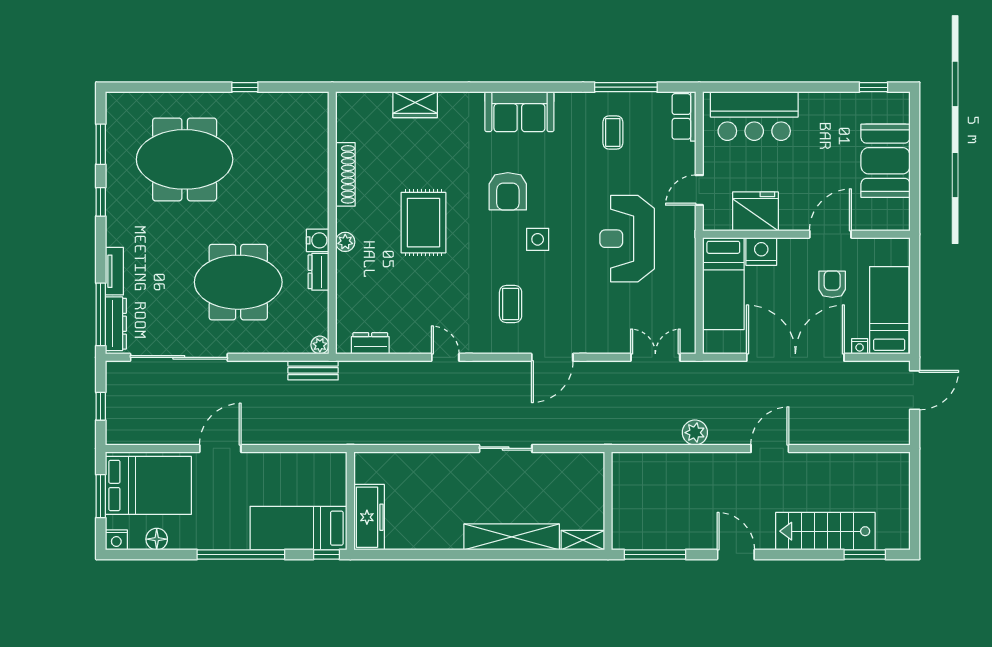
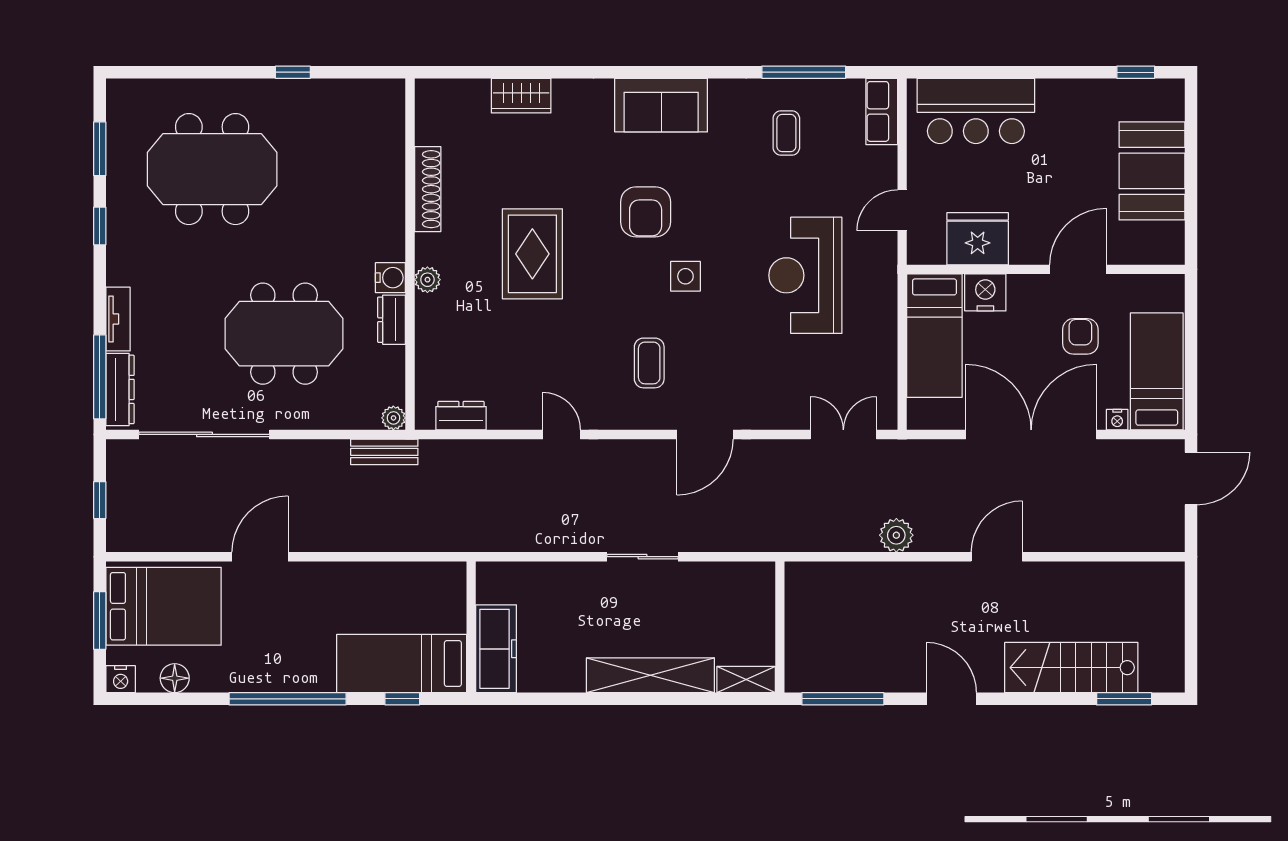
wall: (350, 501) -> (471, 627), moved
freezer: (369, 517) -> (496, 649), moved
bed: (299, 528) -> (402, 663), moved

